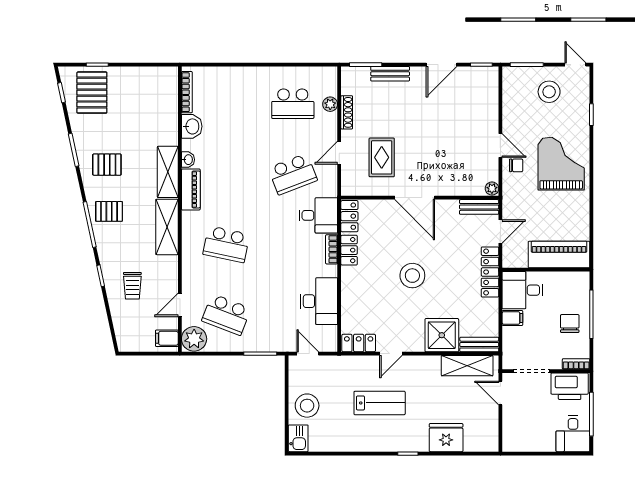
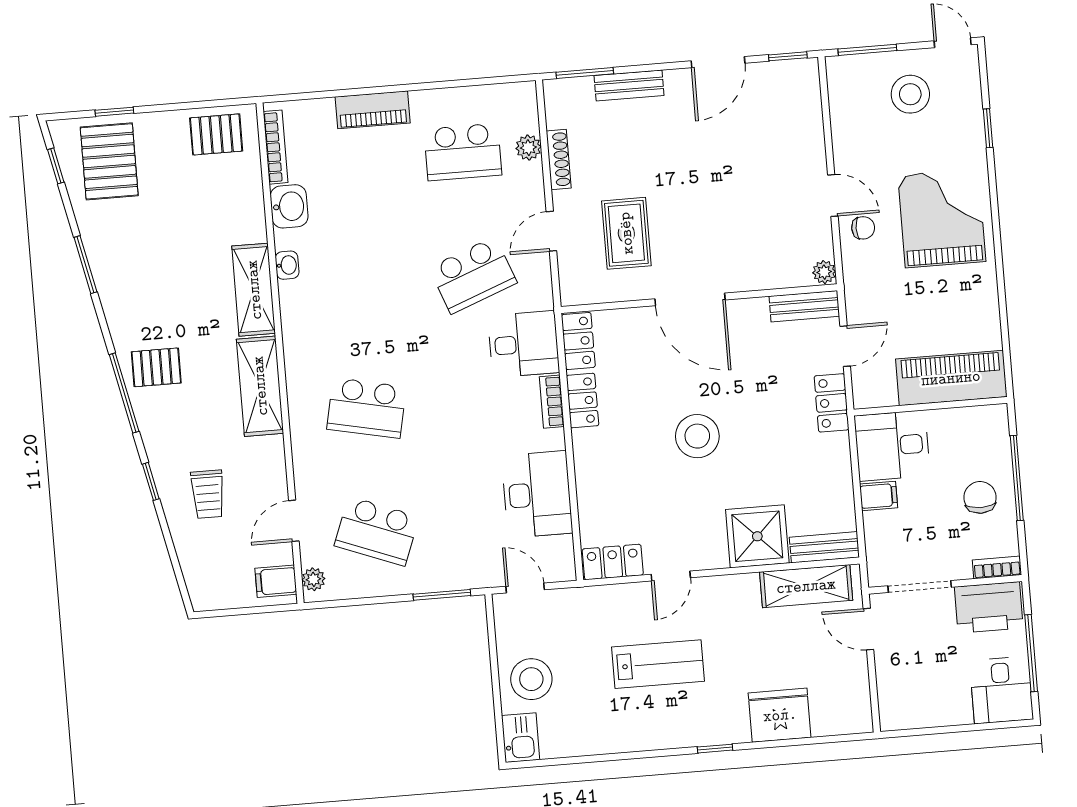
pallet: (107, 165) -> (216, 134), moved
piano: (191, 189) -> (373, 110), moved, turned 90
locker: (490, 272) -> (832, 403), width x0.66
plant: (194, 339) -> (313, 579), width x0.53, depth x0.53

